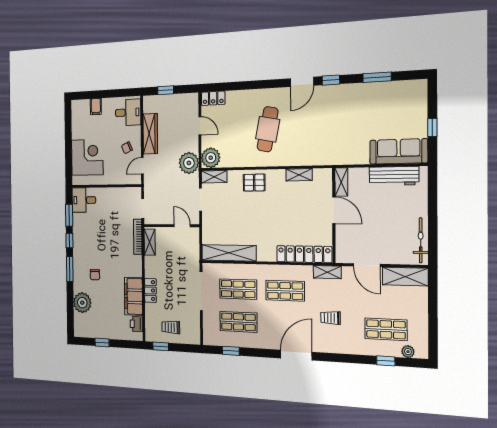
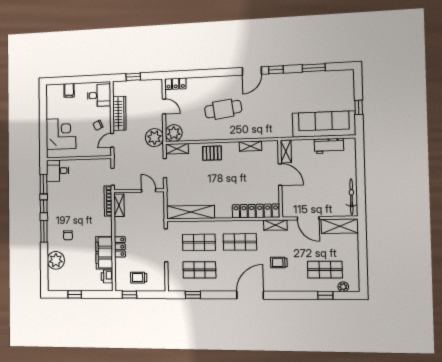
cafe table: (268, 129) -> (223, 109), turned 71
sofa: (399, 151) -> (324, 124), width x1.36, depth x1.27
workbench: (394, 176) -> (329, 146), width x0.73

